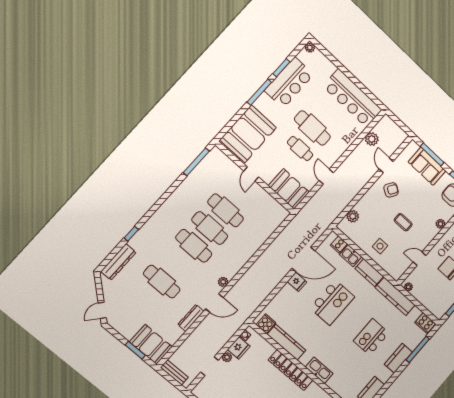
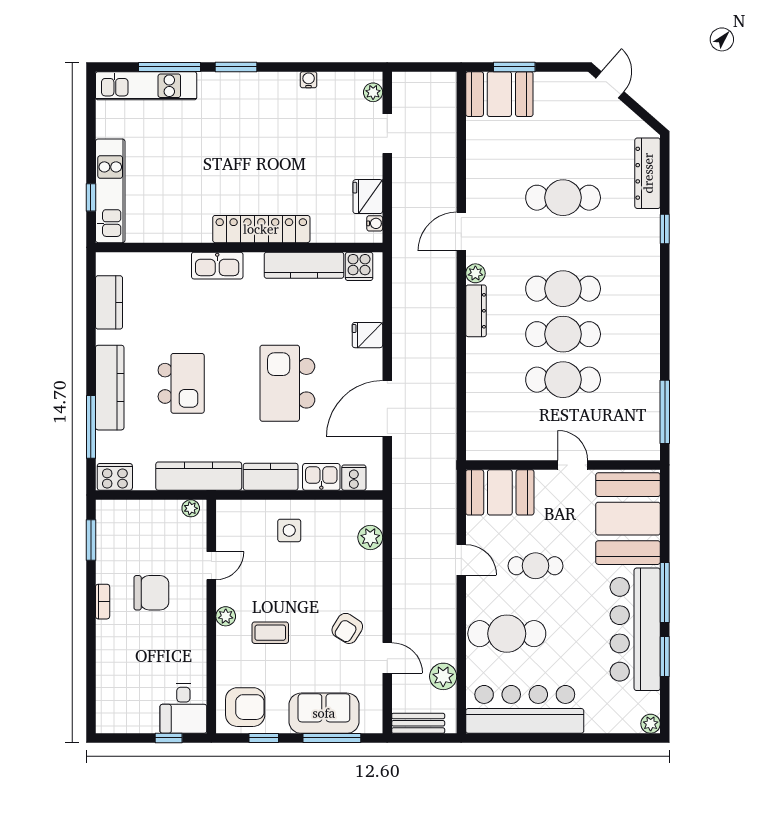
bar counter: (289, 83) -> (635, 629), width x1.36
cafe table: (312, 128) -> (507, 634), moved
coffee table: (403, 222) -> (270, 633), moved
plant: (441, 224) -> (226, 616), moved
fridge: (297, 282) -> (367, 335), moved
dresser: (191, 318) -> (476, 311), moved
plant: (227, 357) -> (373, 92), moved
kitchen counter: (398, 358) -> (110, 388), width x1.50
bench: (174, 372) -> (418, 723), moved

